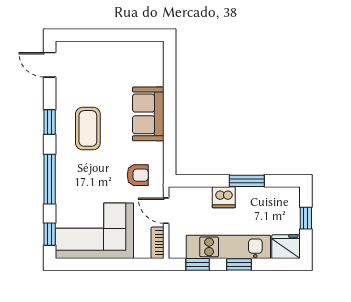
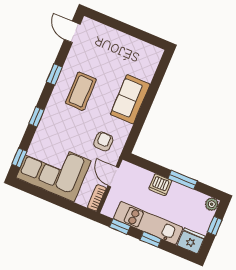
armchair: (138, 175) -> (103, 141), turned -90
window: (50, 179) -> (37, 117), width x0.46
plant: (292, 195) -> (212, 204), added

